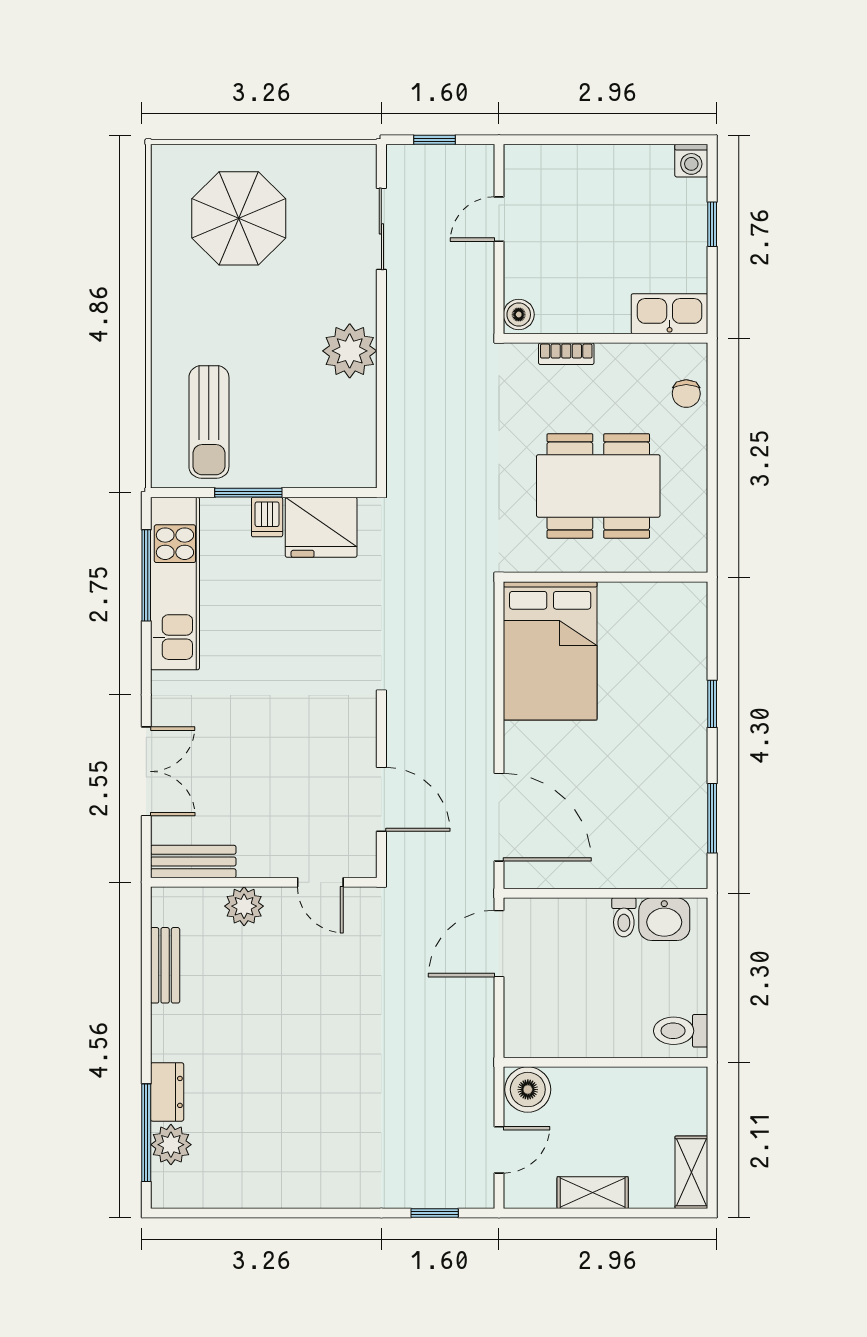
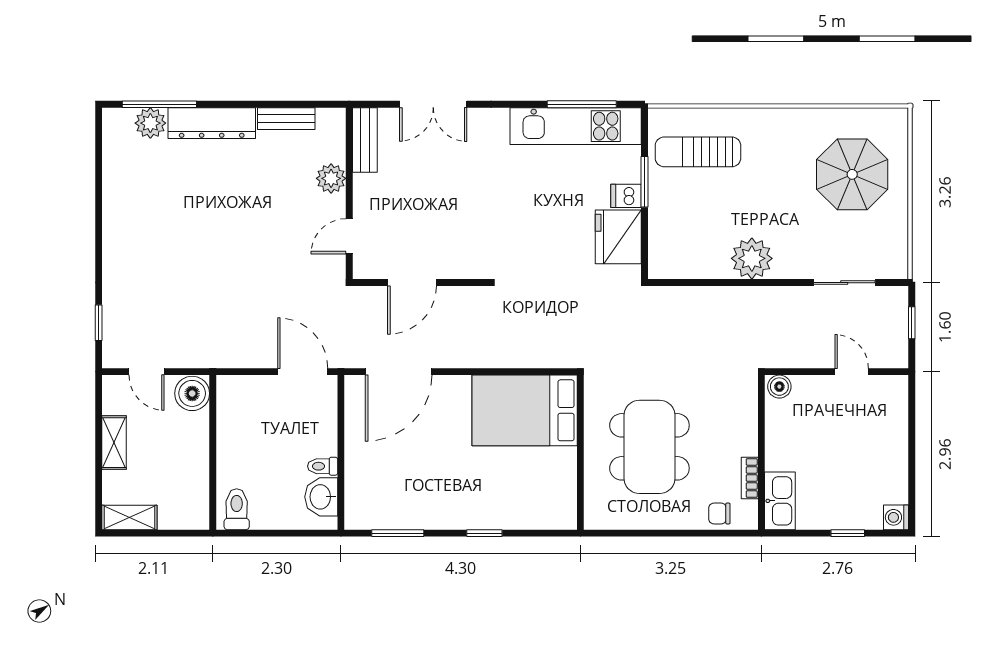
bookcase: (566, 354) -> (750, 478), moved
dresser: (167, 1092) -> (212, 123), width x1.96, depth x1.24

